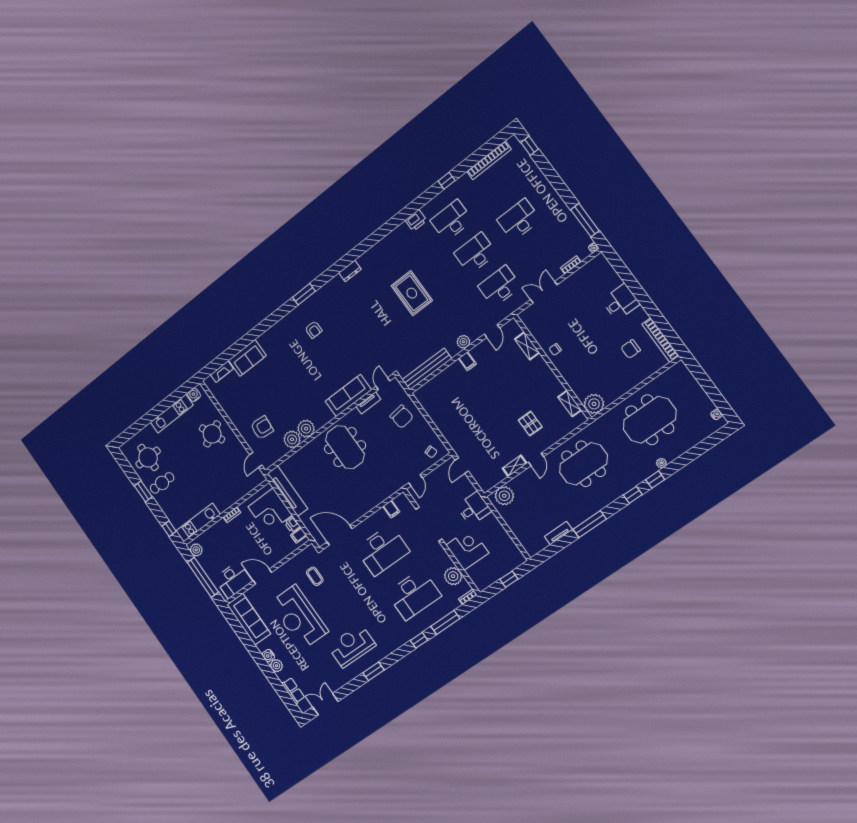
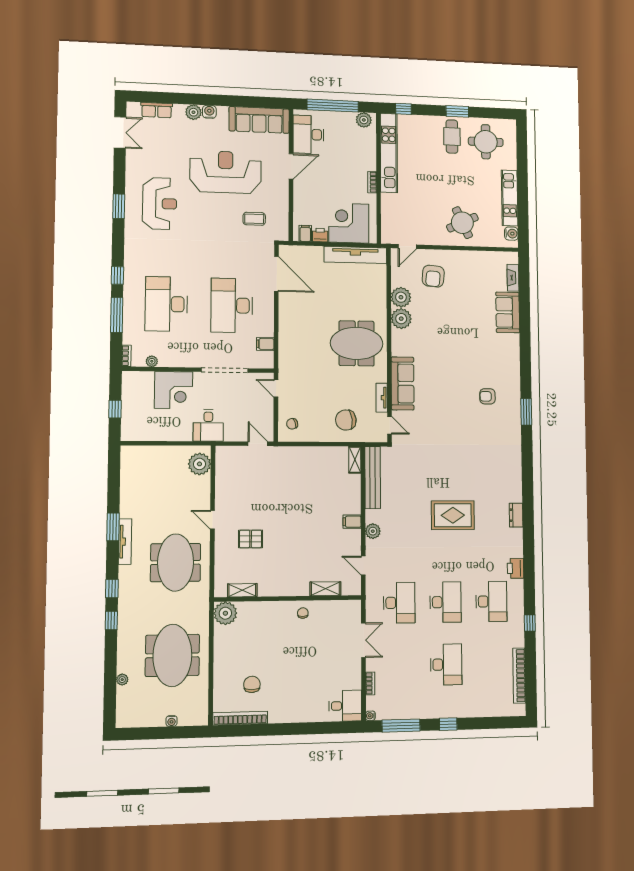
window: (530, 146) -> (448, 724), moved
dresser: (350, 271) -> (516, 515), moved
desk: (621, 302) -> (345, 706), moved, turned -90
water cooler: (716, 414) -> (172, 721), moved
door: (256, 460) -> (407, 247), swing flipped
plant: (661, 463) -> (122, 680), moved
shelving: (515, 466) -> (355, 460), moved
kitchen unit: (198, 523) -> (389, 153), width x1.36
window: (590, 524) -> (113, 527), width x0.69
tv unit: (558, 533) -> (125, 542), moved, width x1.41
door: (340, 535) -> (276, 274), hinge flipped
plant: (453, 576) -> (152, 361), width x0.53, depth x0.53

